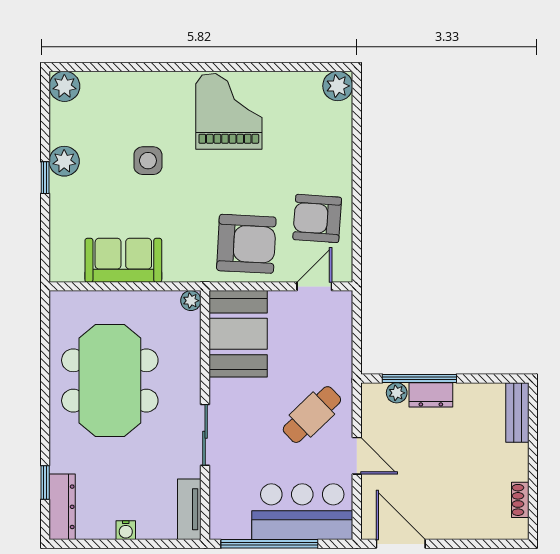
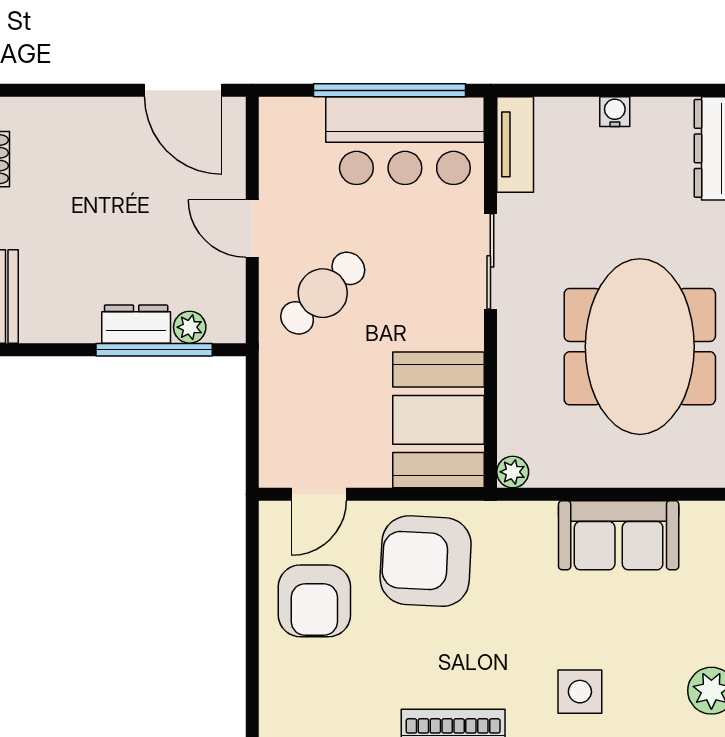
armchair: (317, 218) -> (314, 601), turned 86
bar counter: (302, 512) -> (405, 141), moved

